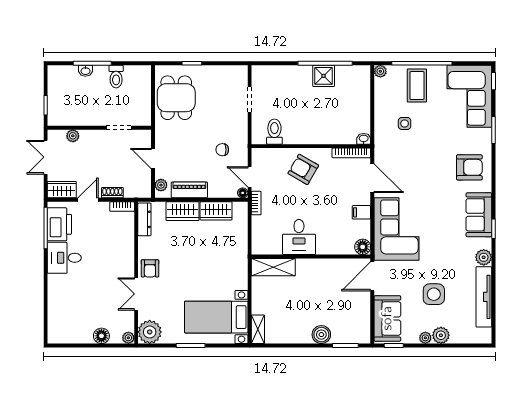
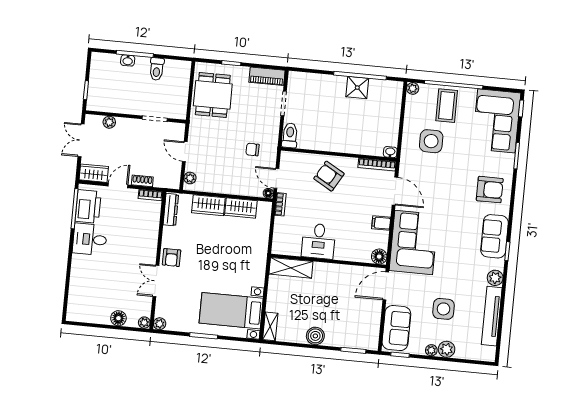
side table: (405, 123) -> (431, 141), width x1.87, depth x1.87
toilet: (274, 132) -> (290, 135), moved
piano: (189, 190) -> (267, 76), moved, turned 180
plant: (150, 332) -> (160, 324), width x0.53, depth x0.53
boiler: (321, 335) -> (315, 336), moved

